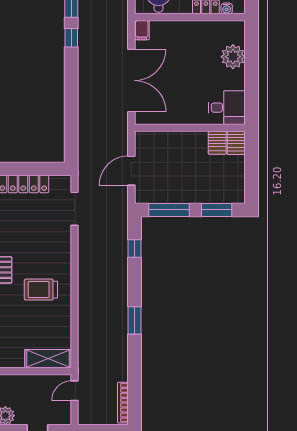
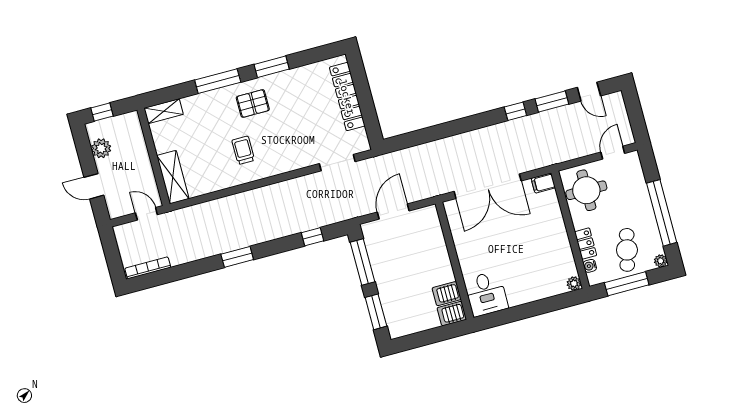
plant: (233, 57) -> (574, 284), moved, width x0.53, depth x0.53
door: (131, 171) -> (393, 212), hinge flipped
trolley: (41, 290) -> (243, 150), width x0.73, depth x0.72

